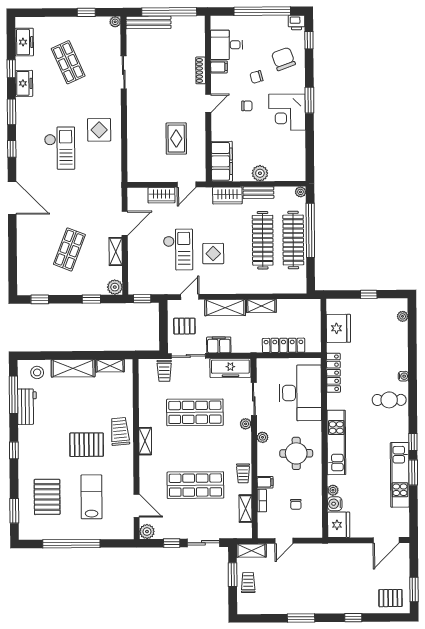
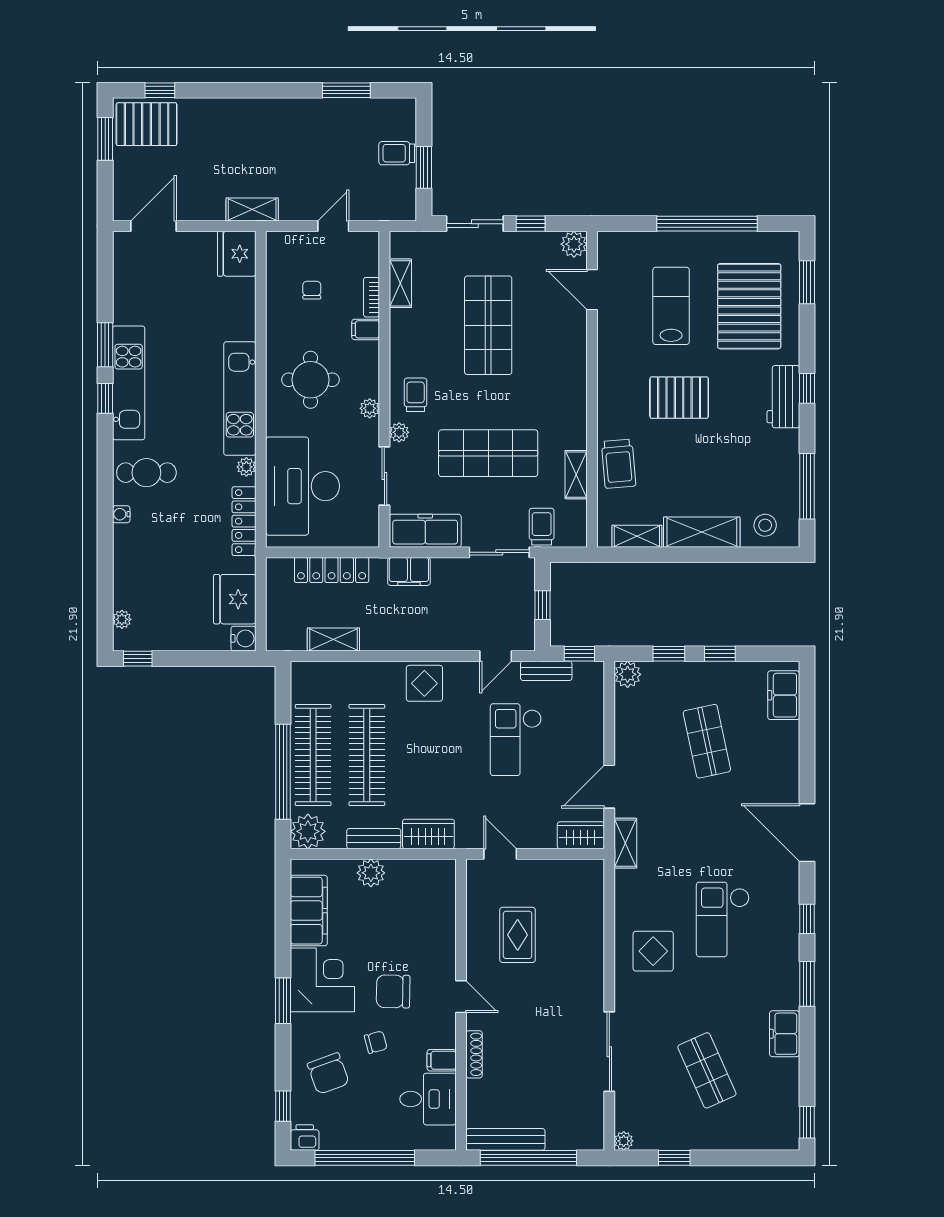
bench: (148, 22) -> (506, 1139), moved
freezer: (24, 42) -> (784, 695), moved
window: (11, 69) -> (807, 1122), moved
sliding door: (124, 72) -> (609, 1052), width x1.37
door: (208, 103) -> (461, 997), swing flipped
chair: (247, 106) -> (393, 991), width x1.87, depth x1.87
filing cabinet: (222, 161) -> (309, 911), moved, turned 180
door: (187, 185) -> (500, 854), hinge flipped
plant: (301, 192) -> (308, 831), width x1.88, depth x1.88
wardrobe: (161, 195) -> (581, 835), moved
shop shelf: (69, 249) -> (707, 741), turned -33
shelving: (116, 251) -> (625, 843), moved
display table: (213, 254) -> (424, 683), moved
bench: (161, 289) -> (546, 671), added
window: (369, 294) -> (138, 659), moved
window: (40, 299) -> (720, 654), moved
shelving: (261, 306) -> (333, 640), moved
shelving: (225, 308) -> (434, 637), removed
window: (163, 326) -> (543, 605), added
pallet: (184, 326) -> (506, 605), removed
filing cabinet: (219, 345) -> (409, 571), moved
workbench: (27, 407) -> (783, 397), moved
trolley: (120, 431) -> (619, 464), moved
shelving: (145, 441) -> (576, 475), moved
trolley: (243, 473) -> (416, 395), moved
kitchen unit: (400, 475) -> (129, 383), moved
shop shelf: (195, 485) -> (488, 325), turned 90
plant: (333, 490) -> (246, 467), moved
pallet: (47, 497) -> (749, 306), width x1.37, depth x1.41
lab bench: (91, 497) -> (671, 306), turned 180
water cooler: (335, 504) -> (243, 638), moved
shelving: (251, 551) -> (252, 209), moved
trolley: (248, 583) -> (397, 153), turned 90
pallet: (390, 598) -> (147, 124), width x1.50, depth x1.42
window: (301, 618) -> (346, 90), moved
window: (353, 618) -> (160, 90), moved

